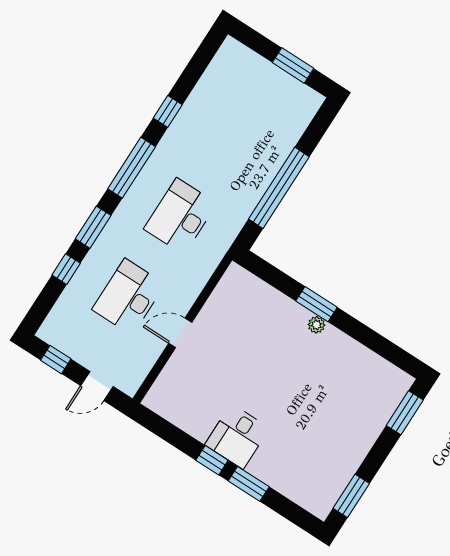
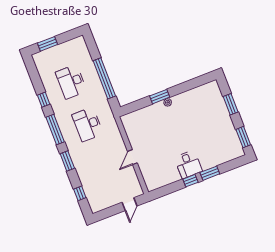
window: (293, 65) -> (48, 44), moved
window: (66, 269) -> (80, 193), moved
desk: (128, 297) -> (71, 82), moved
window: (56, 360) -> (108, 213), removed
window: (405, 413) -> (231, 104), moved

